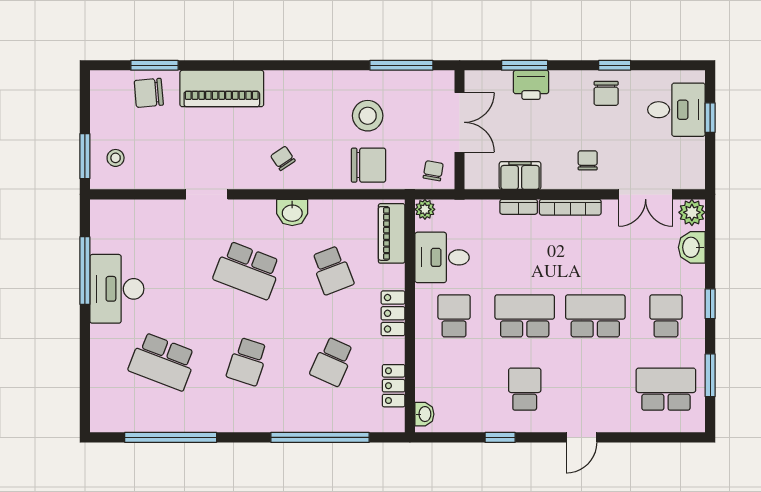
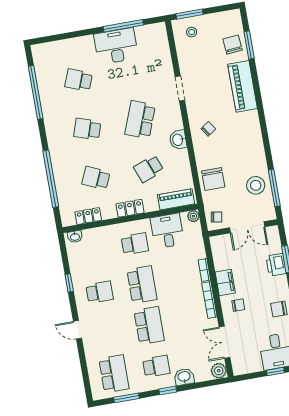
stool: (368, 116) -> (256, 185), moved
filing cabinet: (520, 175) -> (225, 282), moved
washbasin: (692, 247) -> (184, 377), moved
school desk: (163, 362) -> (79, 80), width x0.54

